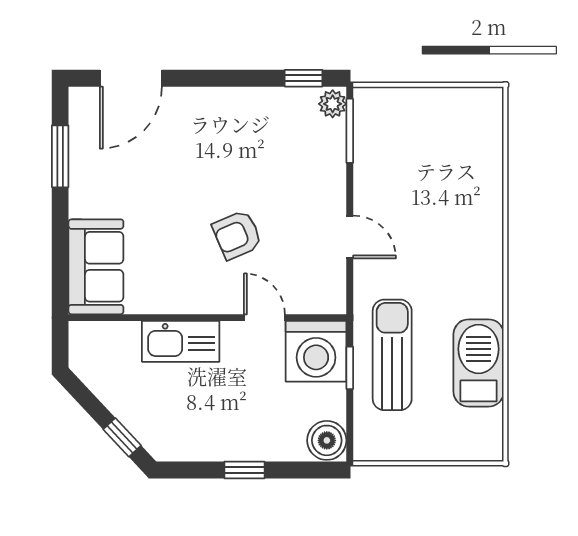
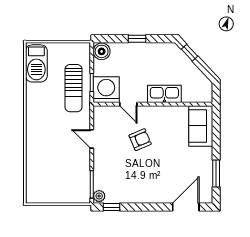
barbecue: (479, 363) -> (36, 63), moved

